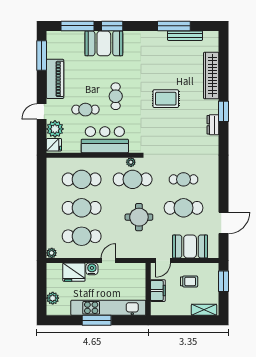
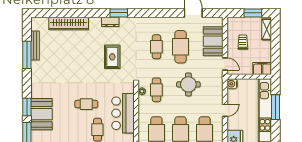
rug: (166, 99) -> (112, 57), moved
window: (223, 111) -> (119, 13), moved
cafe table: (133, 179) -> (156, 90), width x0.73, depth x0.74
door: (108, 260) -> (225, 110), swing flipped
water cooler: (92, 269) -> (232, 84), moved
window: (223, 281) -> (253, 13), moved
filing cabinet: (158, 291) -> (262, 68), moved
window: (97, 320) -> (276, 107), moved

